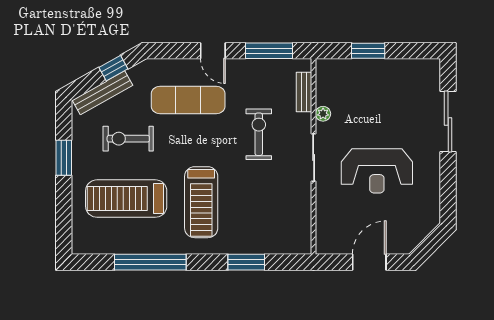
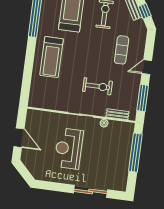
window: (368, 51) -> (135, 153), width x2.11
exercise mat: (188, 100) -> (122, 50), width x0.73, depth x0.69
treadmill: (201, 202) -> (52, 57), moved, turned -90
window: (246, 262) -> (28, 70), removed

